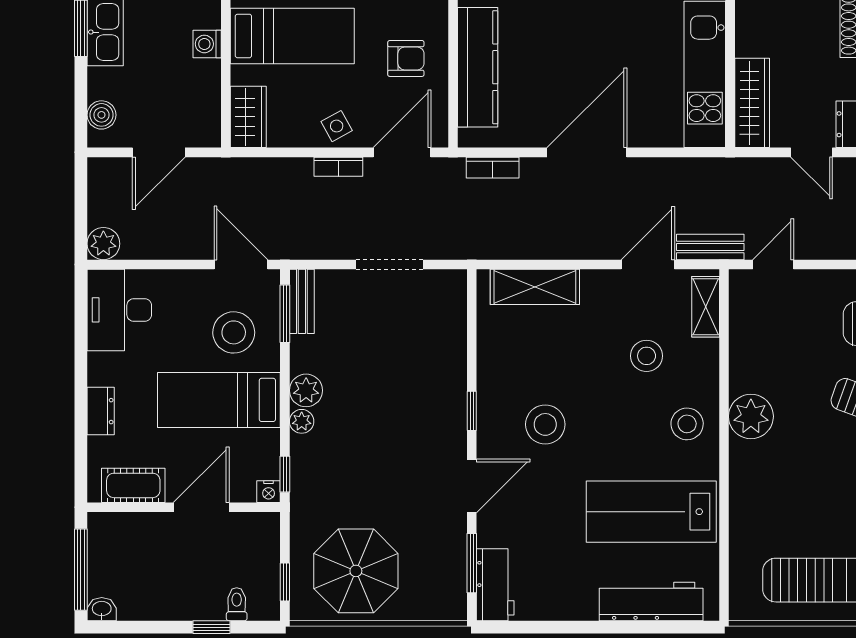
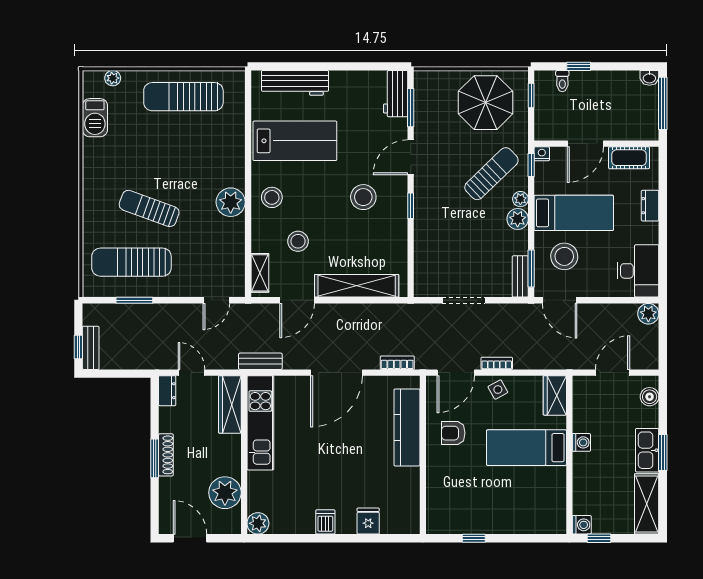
bench: (710, 247) -> (260, 361), moved
shelving: (535, 287) -> (357, 286), width x1.47
sun lounger: (347, 461) -> (491, 174), added

